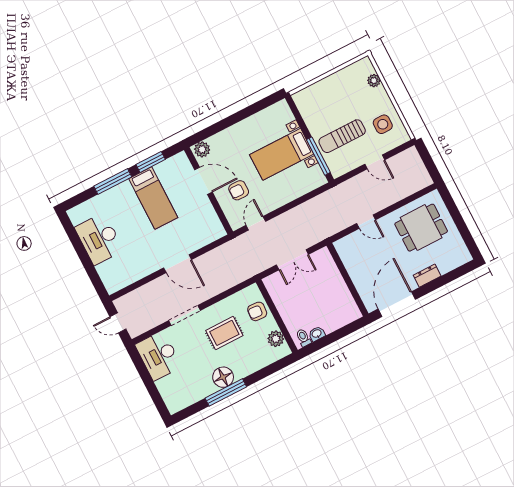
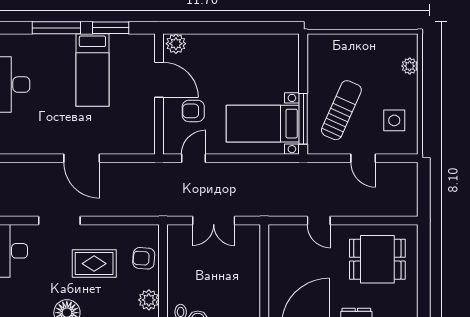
sun lounger: (342, 136) -> (341, 110), turned 114
bed with nightstands: (282, 154) -> (263, 124), moved

